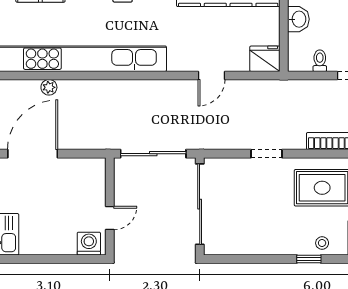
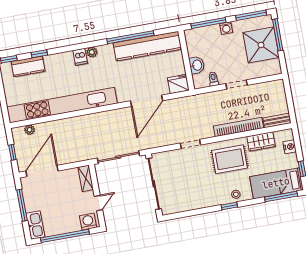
washbasin: (298, 19) -> (197, 65), moved
door: (212, 75) -> (146, 101), width x1.87
plant: (49, 87) -> (30, 130), moved
shelving: (97, 177) -> (86, 178), added
window: (50, 259) -> (65, 236), added

